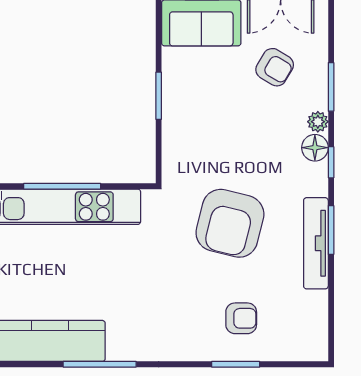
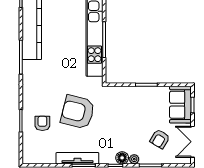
armchair: (230, 223) -> (78, 112), moved
armchair: (241, 318) -> (42, 123), turned 180

